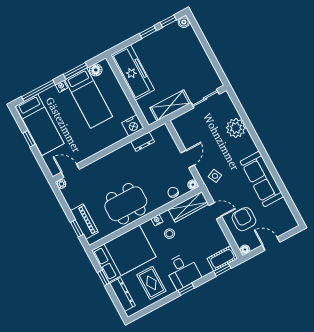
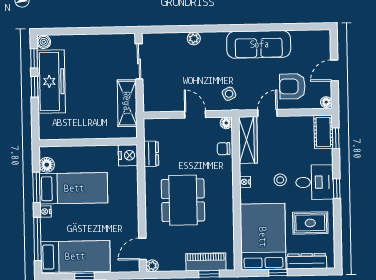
freezer: (133, 72) -> (51, 81), moved, turned 90
plant: (236, 128) -> (194, 39), width x0.53, depth x0.53
dining table: (126, 204) -> (183, 200), moved
stool: (169, 234) -> (280, 180), moved

